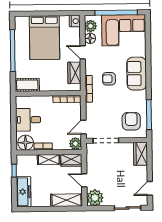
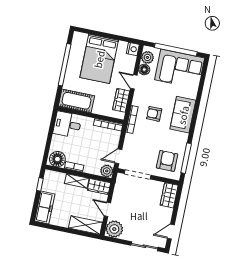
cot: (27, 85) -> (76, 101), width x1.37, depth x1.34
desk: (28, 120) -> (67, 124), moved

